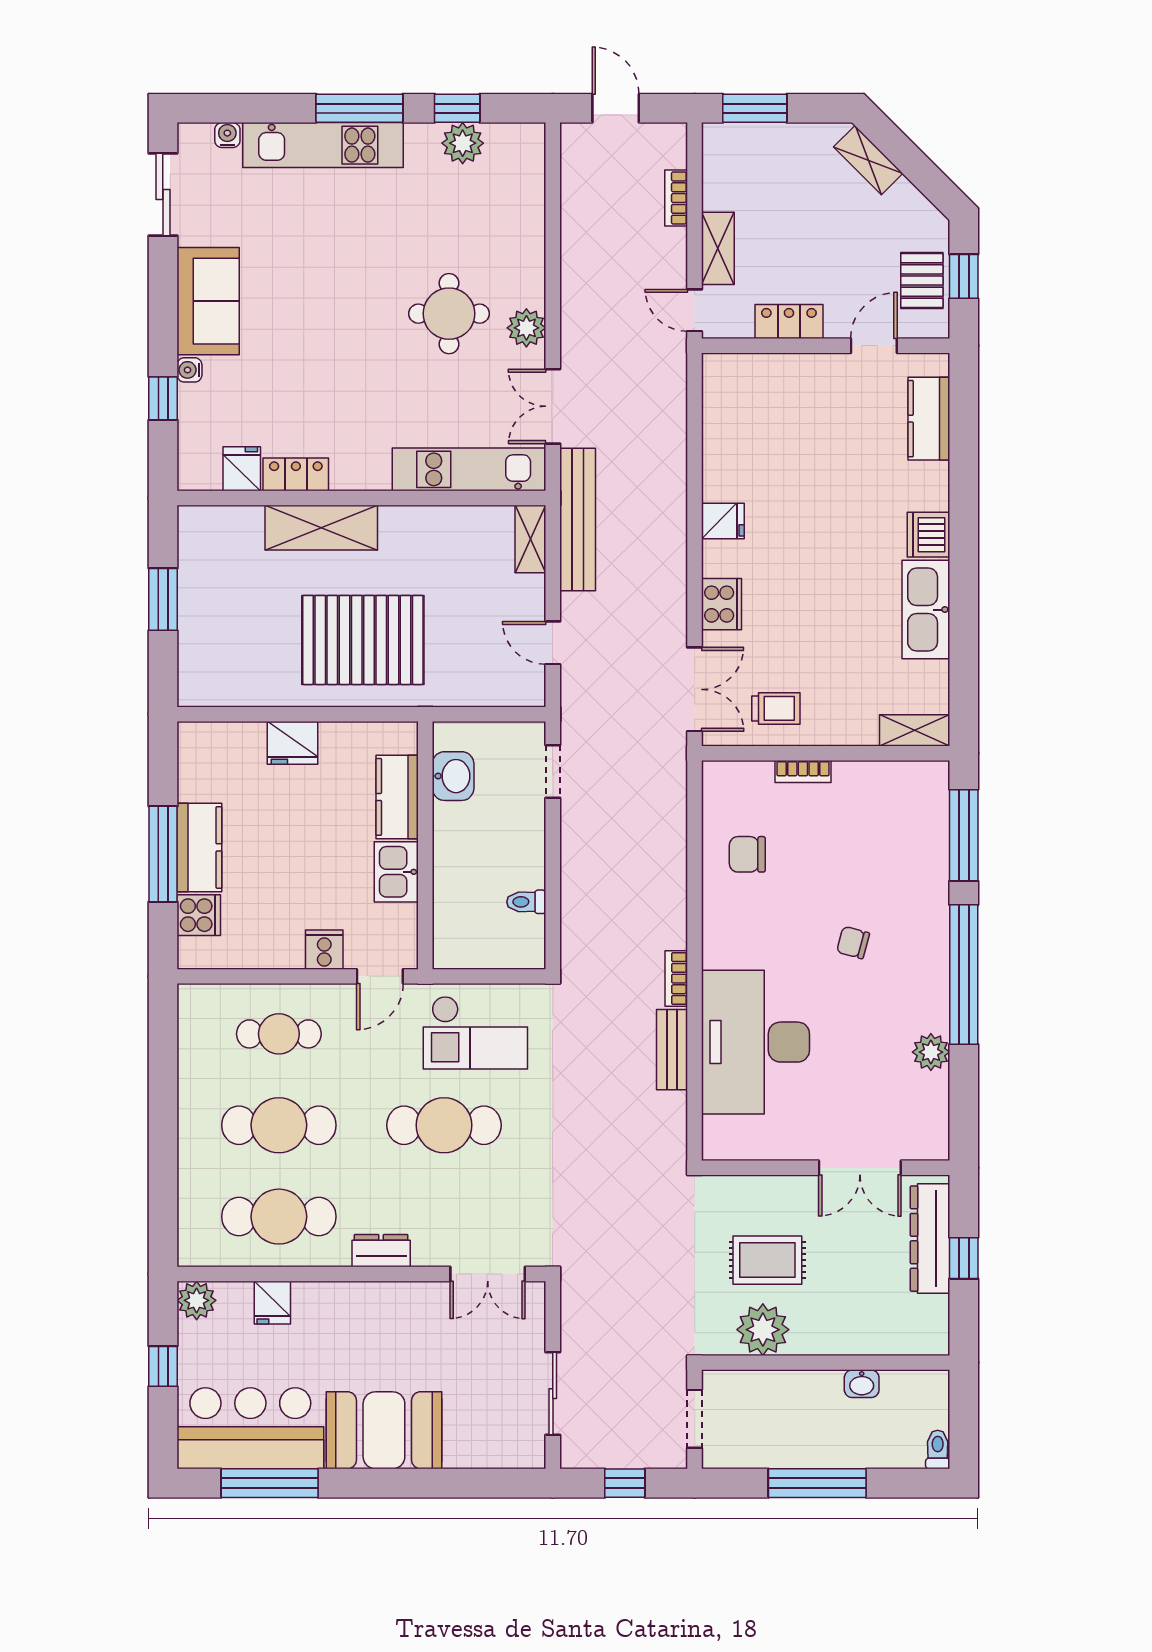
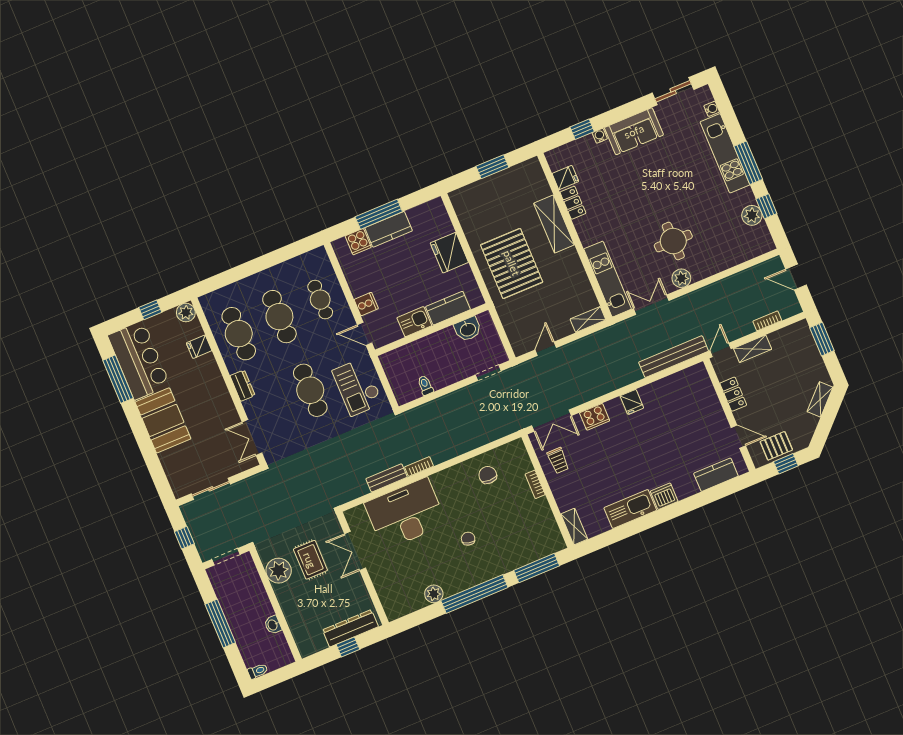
door: (616, 108) -> (796, 277), swing flipped
bench: (578, 519) -> (674, 357), moved
fridge: (292, 743) -> (449, 253), width x1.36, depth x1.34
double door: (860, 1168) -> (355, 551), moved

